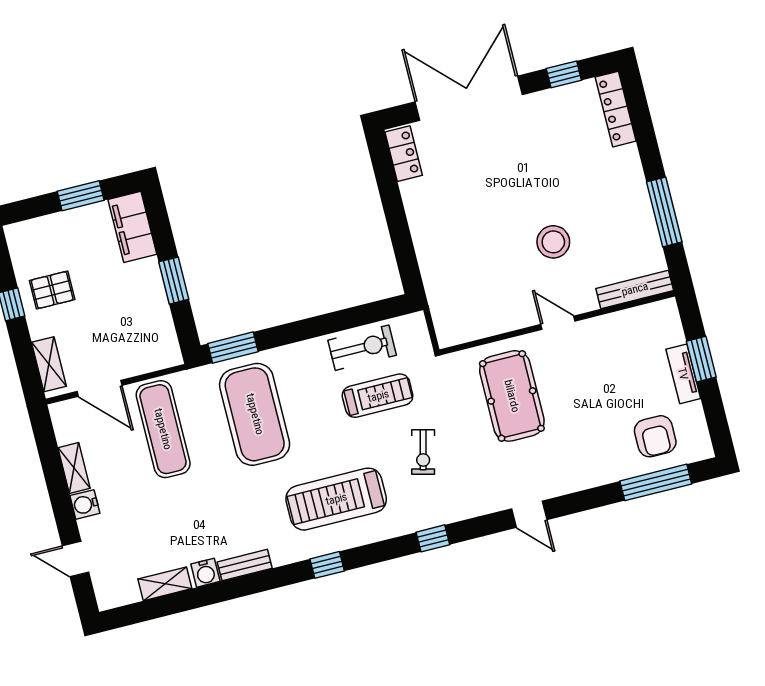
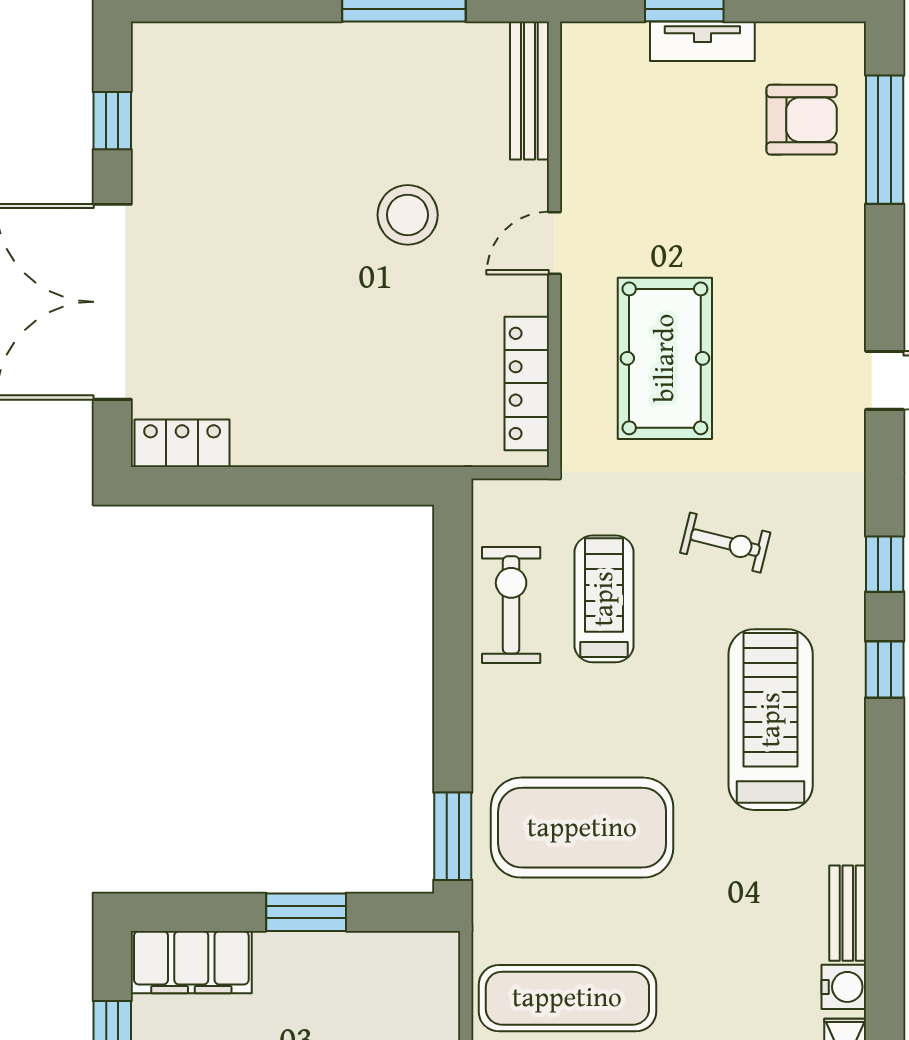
locker: (616, 109) -> (527, 383), moved, turned 90
pool table: (512, 396) -> (665, 358), turned 90
treadmill: (336, 499) -> (771, 720), turned 180
window: (327, 565) -> (885, 669), moved

